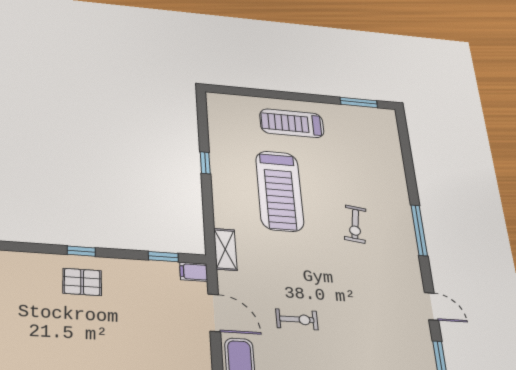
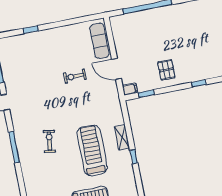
shelving: (225, 249) -> (122, 137), moved
window: (81, 251) -> (199, 83), moved
pallet: (82, 282) -> (166, 70), moved, turned 90

